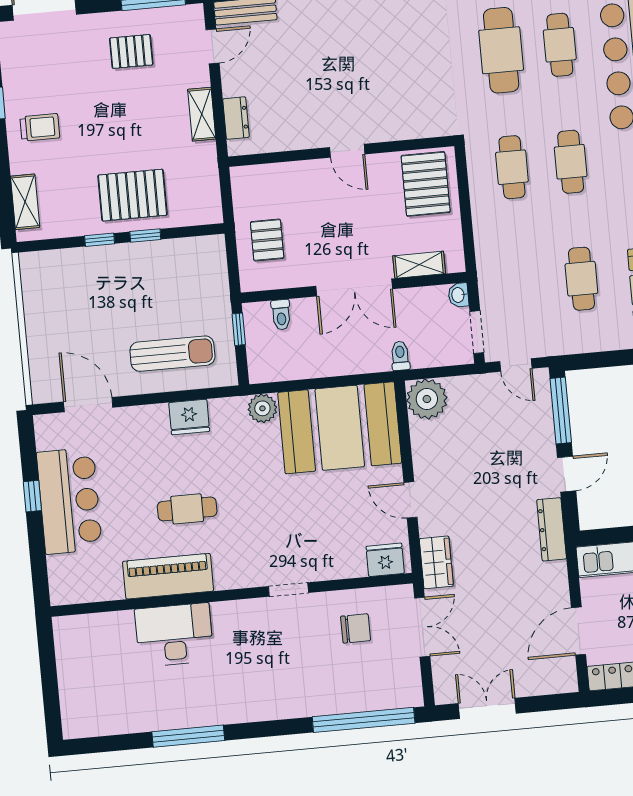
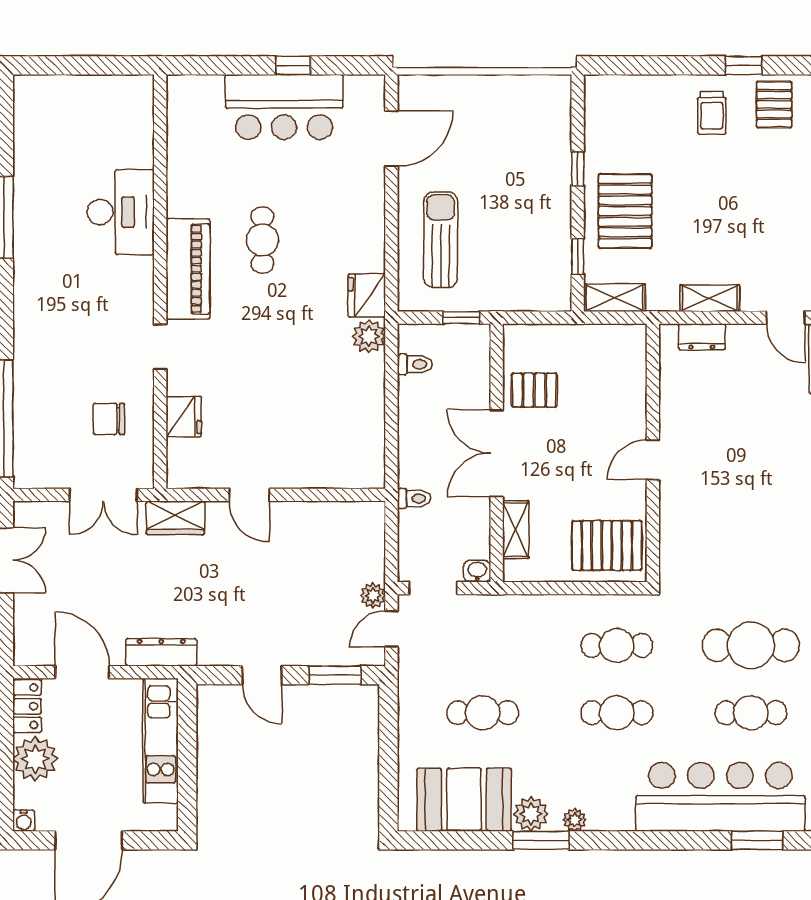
pallet: (131, 51) -> (774, 105), moved
shelving: (25, 202) -> (615, 298), moved
window: (145, 236) -> (578, 257), moved
pallet: (267, 240) -> (534, 390), moved
toilet: (281, 315) -> (415, 364), moved, turned 180
sun lounger: (172, 354) -> (441, 240), turned 180
plant: (427, 399) -> (373, 596), moved, width x0.53, depth x0.53
window: (561, 411) -> (335, 675), width x0.69
fridge: (189, 417) -> (367, 296), moved
booth: (340, 428) -> (339, 422), removed
door: (410, 500) -> (249, 495), swing flipped
dresser: (552, 529) -> (161, 652), moved
fridge: (385, 560) -> (184, 416), moved
piano: (168, 576) -> (188, 269), moved
chair: (356, 628) -> (109, 419), turned 90

